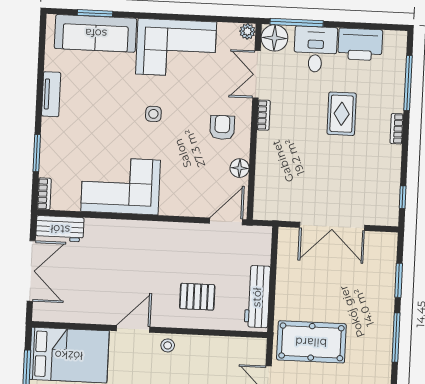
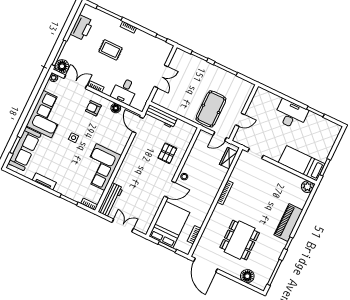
desk: (316, 49) -> (124, 91), moved, turned -90
double door: (256, 74) -> (75, 82), swing flipped
double door: (332, 226) -> (161, 77), width x0.73
workbench: (60, 229) -> (111, 200), width x1.37
double door: (31, 271) -> (123, 226), width x0.73
workbench: (257, 297) -> (161, 116), moved
door: (133, 329) -> (170, 189), swing flipped

